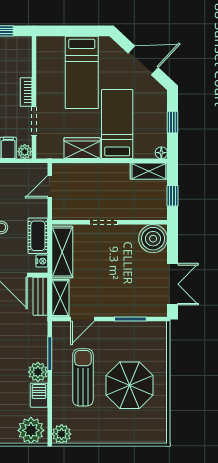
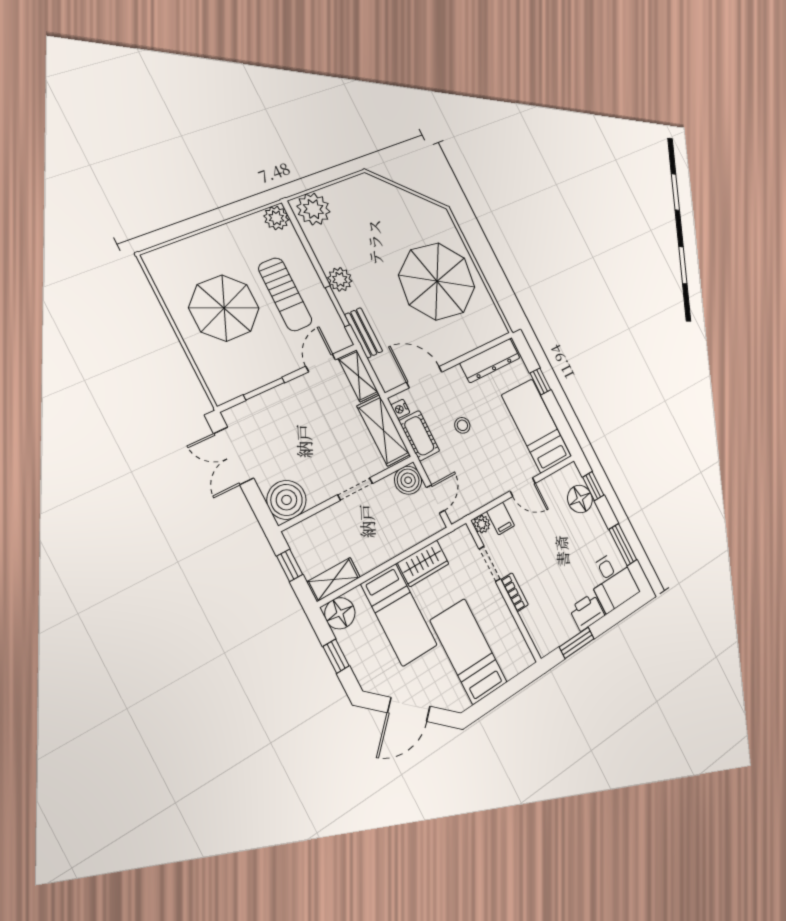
floor lamp: (161, 153) -> (340, 613), width x1.89, depth x1.89
boiler: (63, 209) -> (408, 480), added
bench: (40, 296) -> (364, 333), moved
barbecue: (39, 395) -> (325, 253), removed

